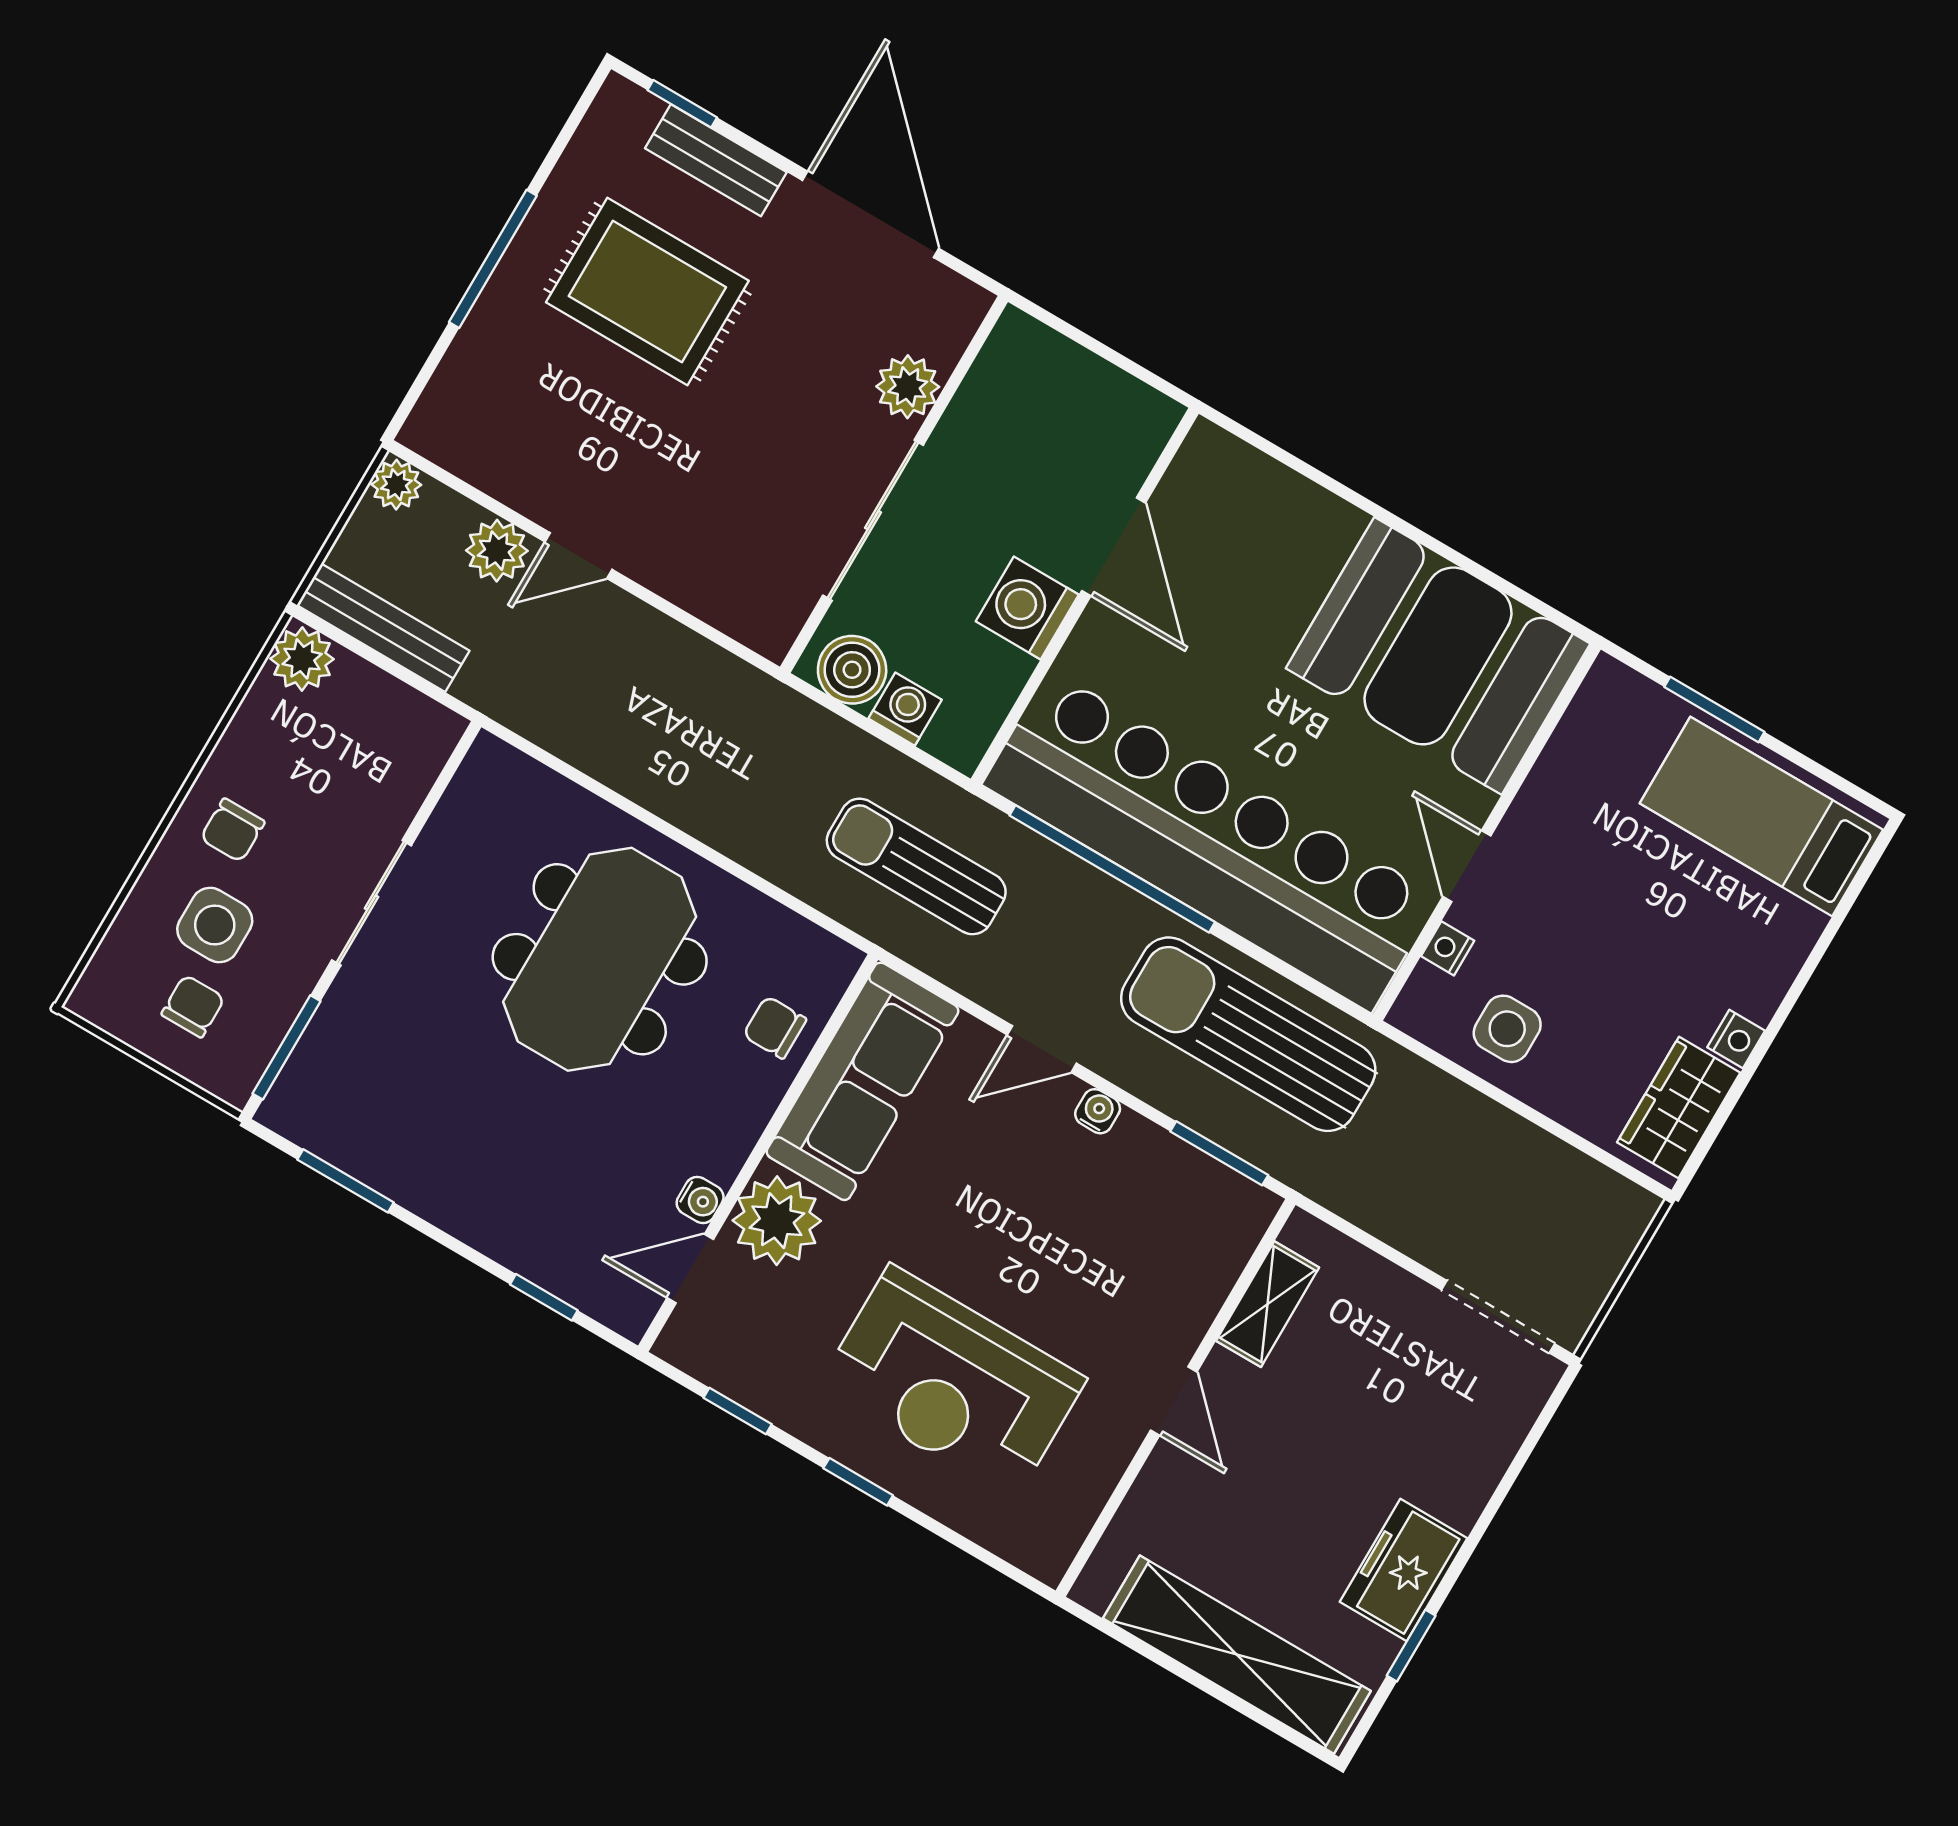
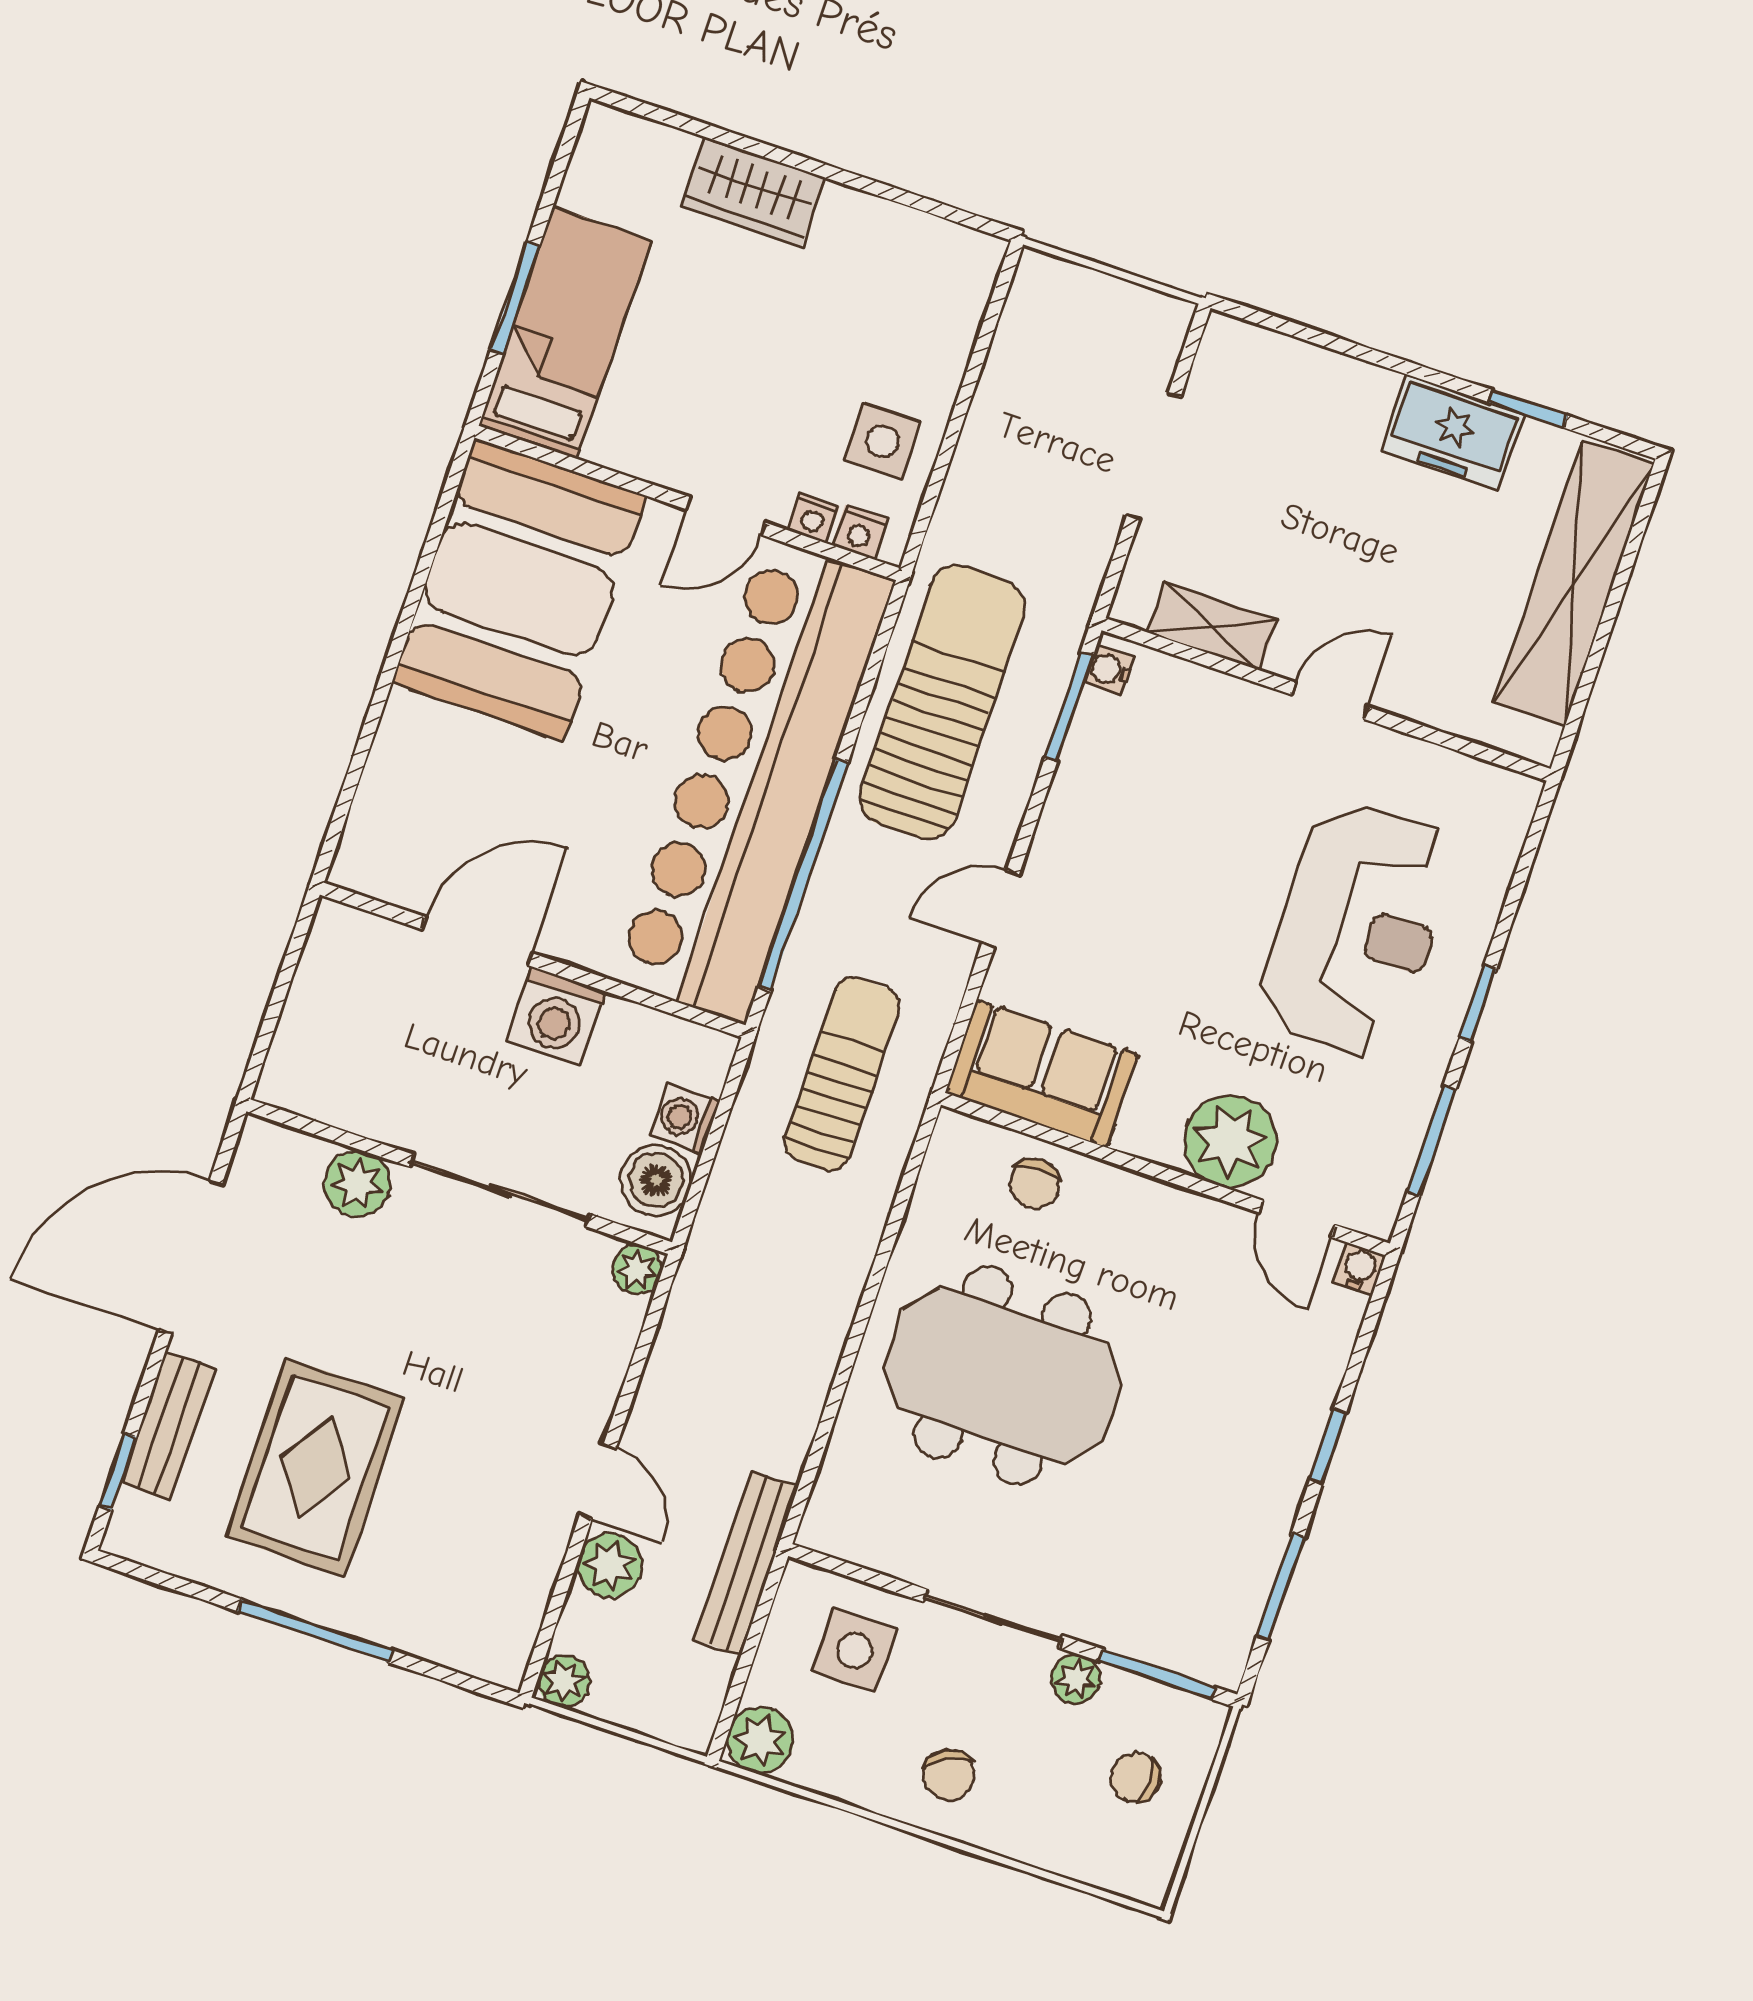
bench: (383, 628) -> (746, 1563), moved
plant: (772, 634) -> (637, 1269), added
bed: (1761, 816) -> (565, 333), moved, turned 180
chair: (232, 830) -> (949, 1775), turned 62
sun lounger: (916, 866) -> (842, 1074), turned 180
side table: (215, 925) -> (855, 1650), moved
plant: (298, 969) -> (1076, 1679), added
sun lounger: (1248, 1034) -> (942, 702), turned 180
nightstand: (1736, 1039) -> (860, 532), moved, turned 180
door: (1042, 1049) -> (1001, 908), swing flipped
sofa: (862, 1081) -> (1042, 1074), width x0.73
wardrobe: (1679, 1107) -> (753, 192), moved
water cooler: (1098, 1111) -> (1109, 670), moved
water cooler: (700, 1200) -> (1360, 1269), moved
window: (544, 1297) -> (1328, 1446), moved
doorway: (1498, 1317) -> (1154, 456), moved
window: (738, 1411) -> (1431, 1141), width x1.50

